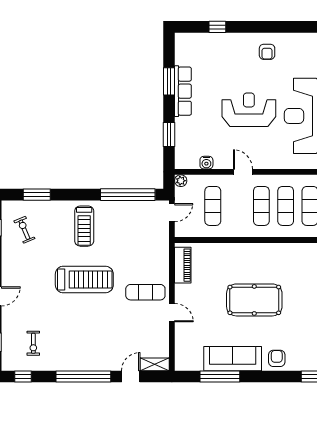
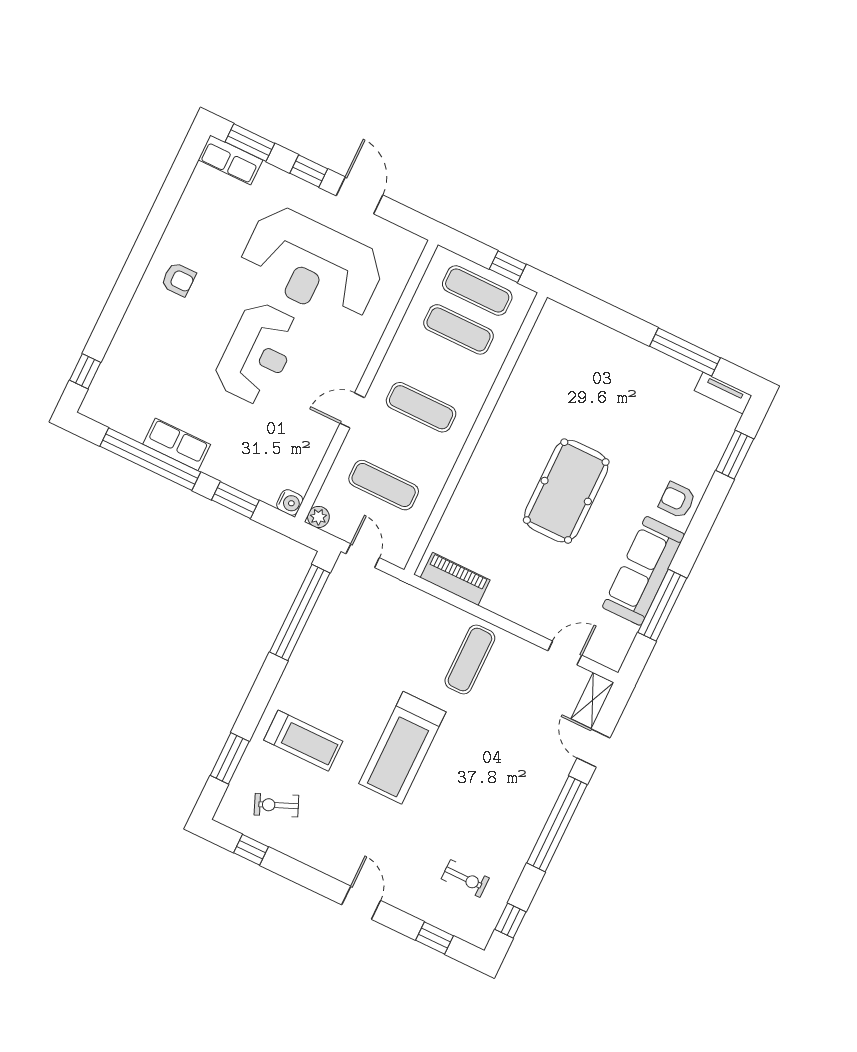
window: (217, 27) -> (85, 371), moved
window: (169, 81) -> (150, 459), width x2.11
row of seats: (183, 91) -> (177, 444), width x0.68
reception desk: (249, 110) -> (257, 353), turned 180
water cooler: (206, 163) -> (290, 502), moved
exercise mat: (286, 206) -> (440, 368), removed
treadmill: (84, 226) -> (303, 741), moved
treadmill: (84, 279) -> (402, 748), turned 180
door: (172, 313) -> (565, 653), moved

